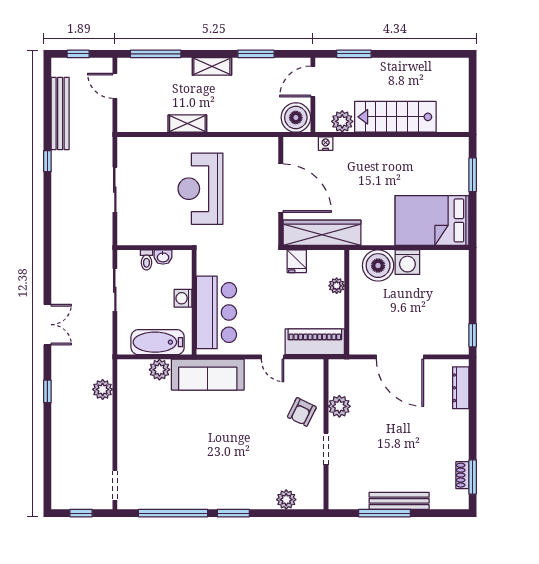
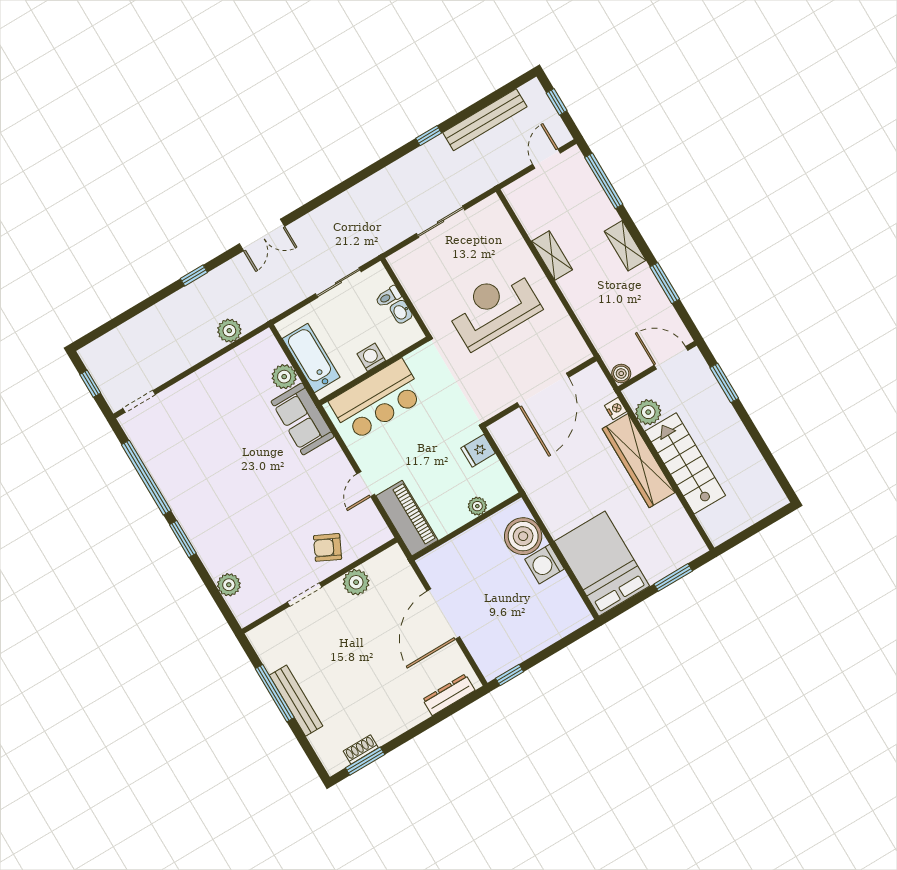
boiler: (296, 118) -> (621, 373), width x0.54, depth x0.54
wardrobe: (322, 233) -> (639, 461), moved, turned 180
sofa: (208, 375) -> (303, 419), width x0.73

